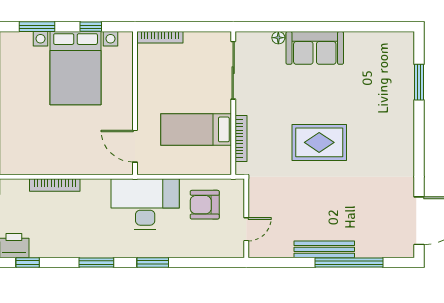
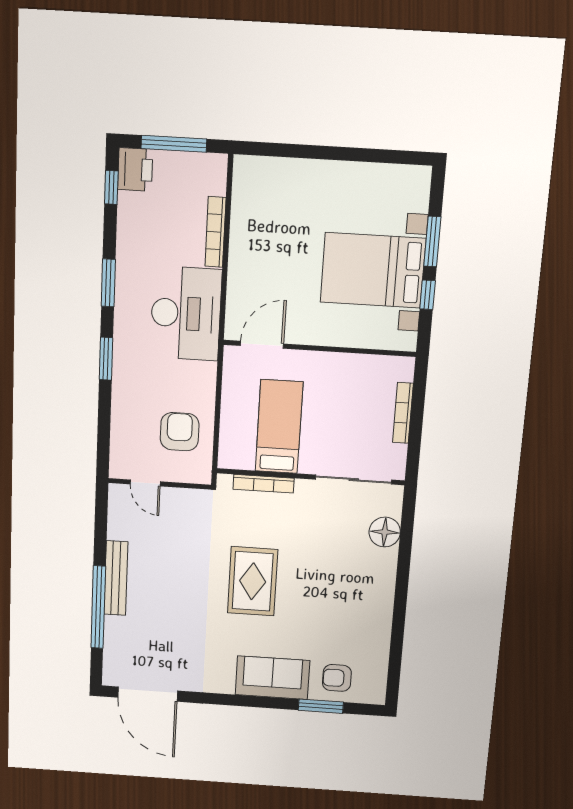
window: (37, 27) -> (432, 242), moved
bookcase: (160, 37) -> (403, 413), moved
floor lamp: (278, 38) -> (385, 532), width x1.89, depth x1.89
sofa: (315, 48) -> (273, 678), moved, turned 90
armchair: (394, 71) -> (337, 678), added
desk: (145, 204) -> (186, 313), moved

